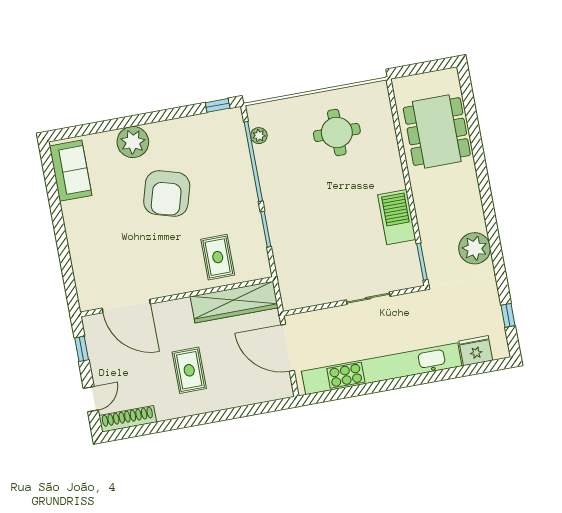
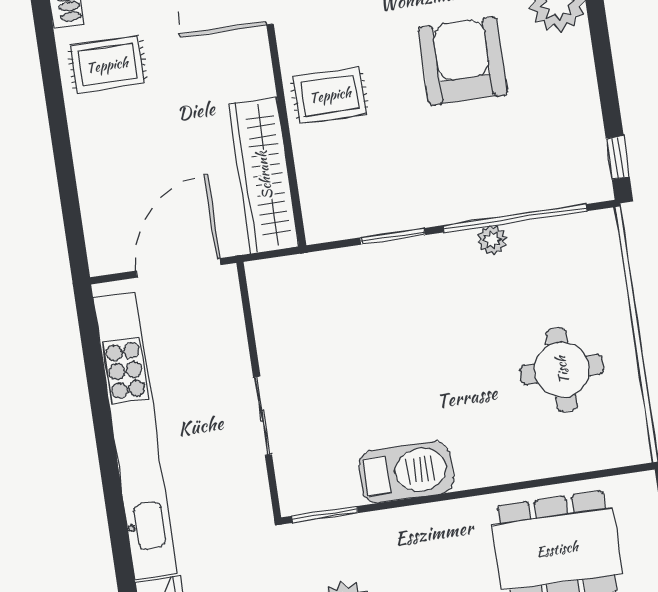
plant: (259, 136) -> (492, 240), moved
armchair: (167, 193) -> (463, 61), turned 74
rug: (218, 257) -> (330, 95), moved
rug: (189, 370) -> (107, 65), moved

